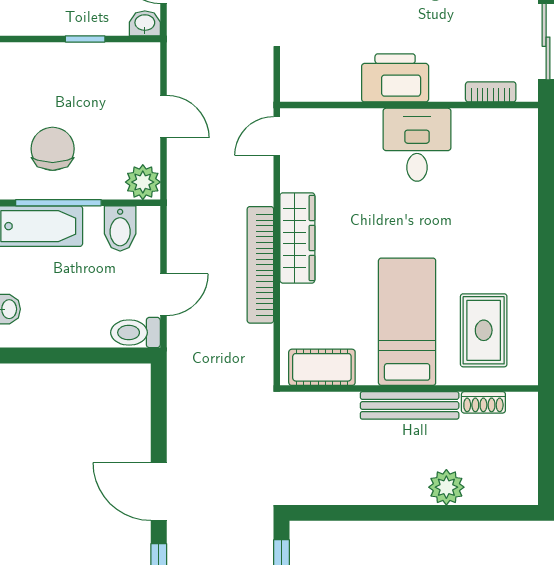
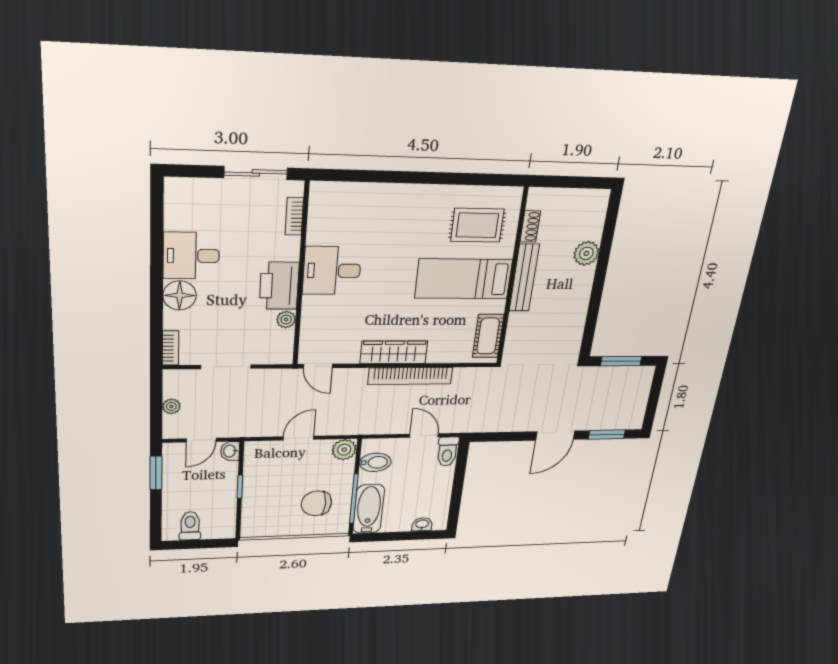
plant: (347, 89) -> (286, 319), added

